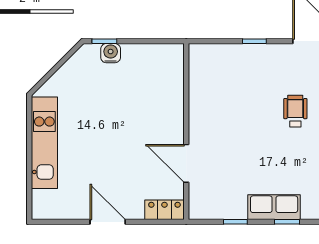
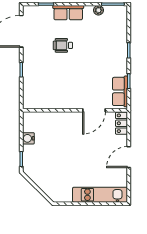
water cooler: (111, 53) -> (28, 138), moved
kitchen unit: (44, 143) -> (100, 195), moved
row of seats: (274, 207) -> (120, 91), moved

